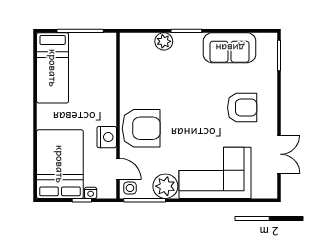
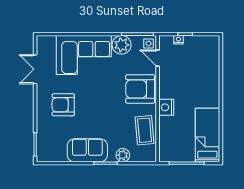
sofa: (230, 48) -> (87, 150), moved
coffee table: (135, 74) -> (145, 130), added
nightstand: (107, 137) -> (166, 107), moved
bed: (60, 164) -> (202, 62), removed

